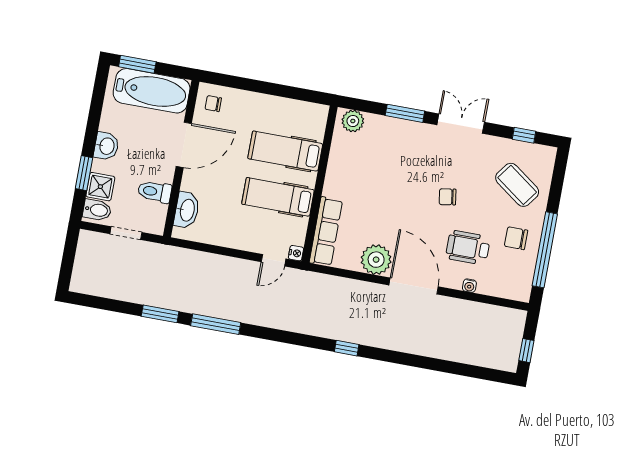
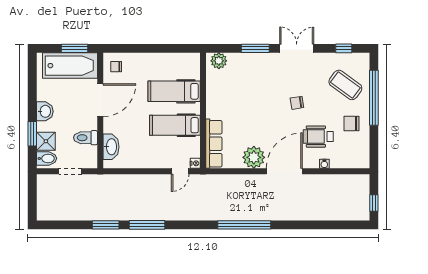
window: (137, 64) -> (75, 48), moved
window: (545, 250) -> (374, 98), moved
door: (414, 286) -> (284, 171), hinge flipped
window: (347, 348) -> (244, 225), width x3.17

